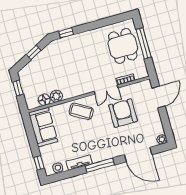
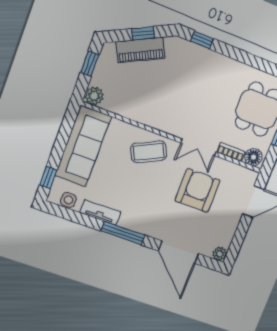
piano: (38, 62) -> (140, 50), added
plant: (56, 96) -> (94, 96), moved
floor lamp: (44, 100) -> (253, 157), moved
coffee table: (81, 111) -> (149, 152), turned -56
sofa: (43, 127) -> (83, 146), width x1.36

